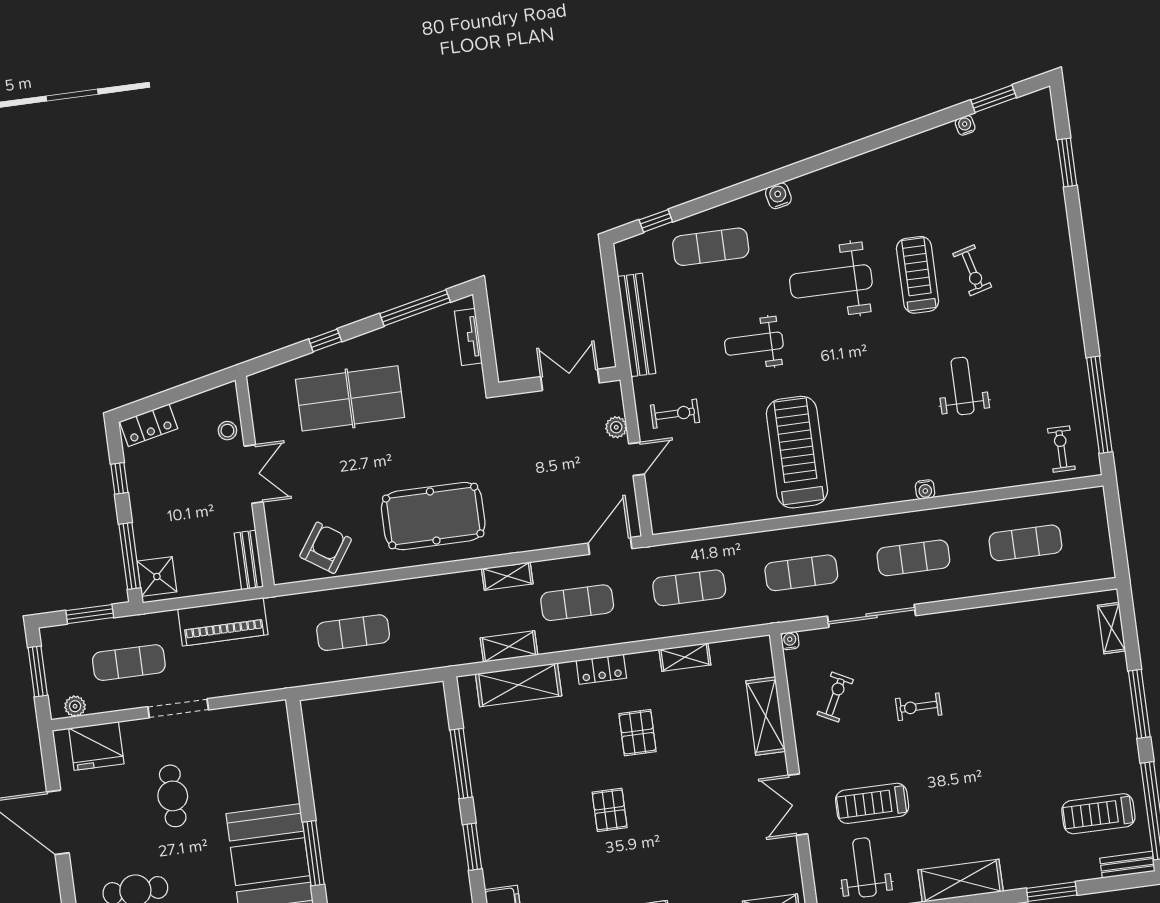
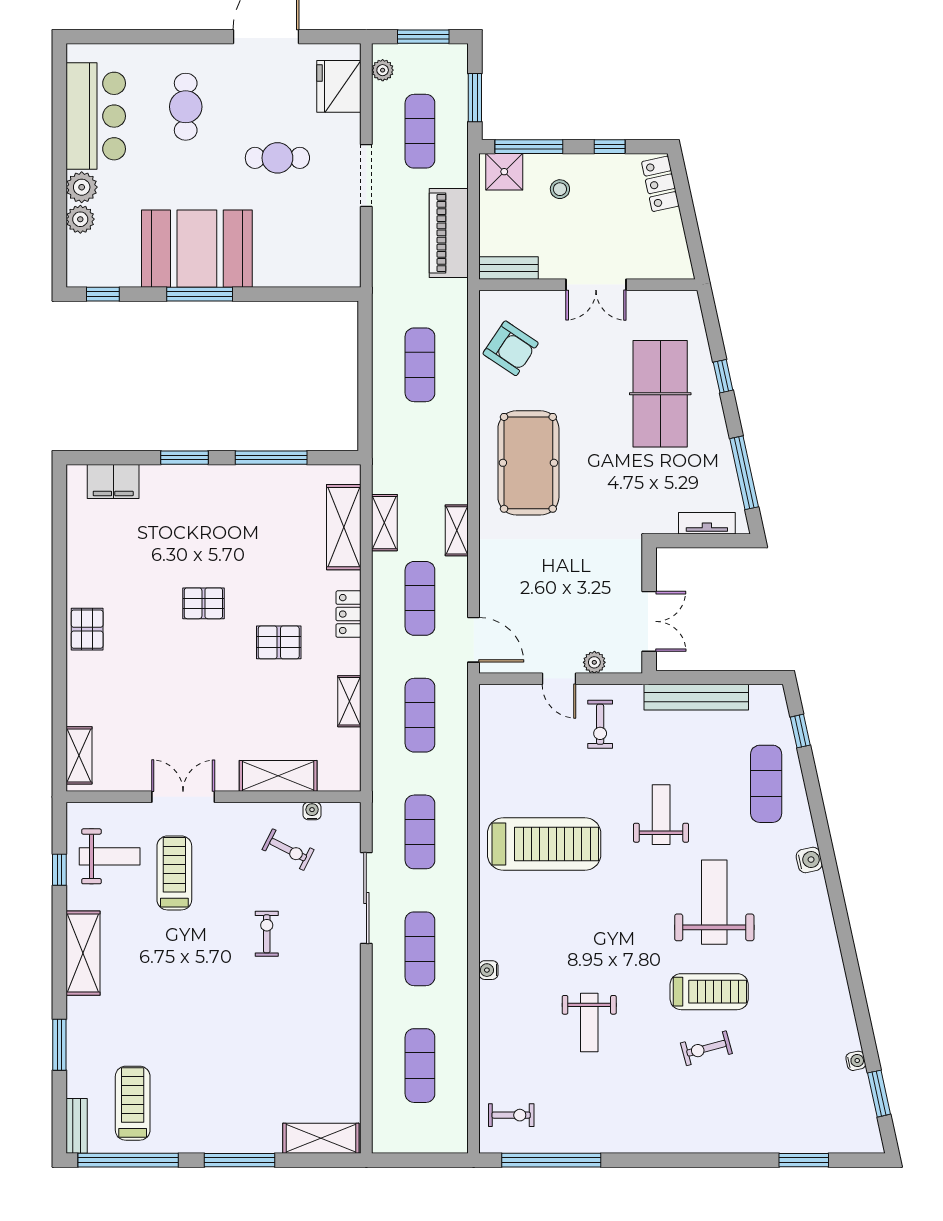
weight bench: (962, 386) -> (589, 1023), turned 90
stool: (227, 431) -> (560, 189), moved
shelving: (1112, 628) -> (321, 1138), width x1.50, depth x1.33
water cooler: (790, 641) -> (312, 811), moved, turned -90

